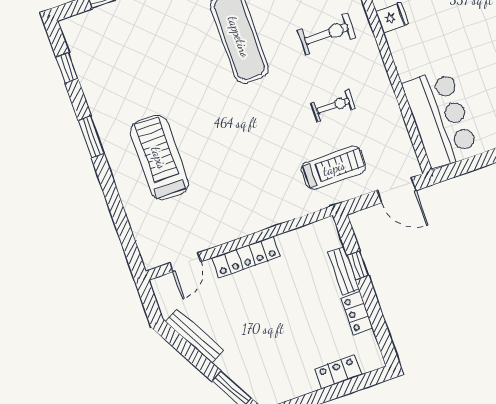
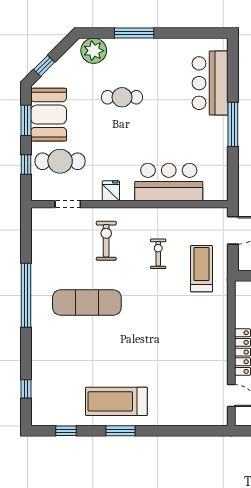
bar counter: (440, 118) -> (169, 182), moved
treadmill: (159, 158) -> (116, 401), moved

